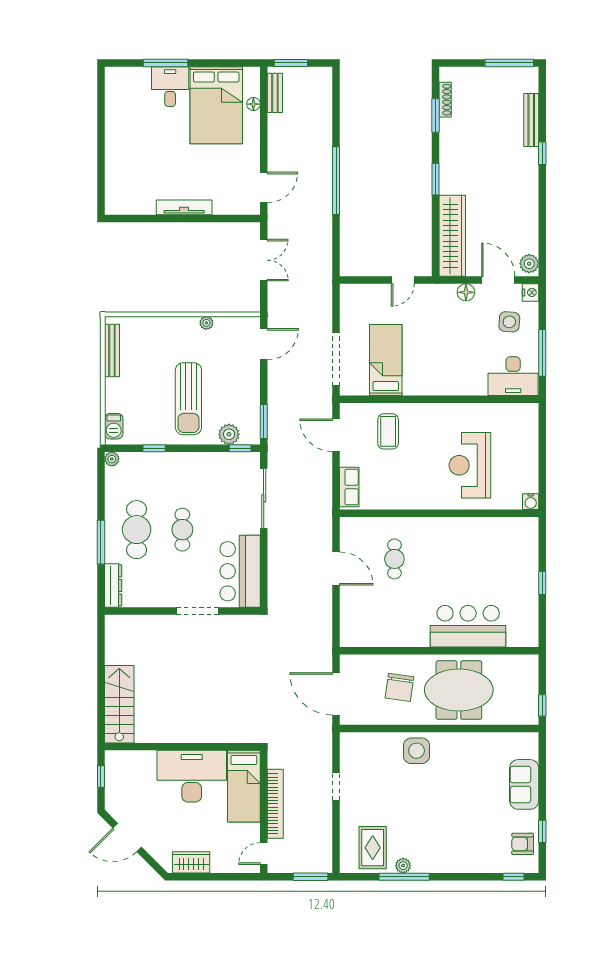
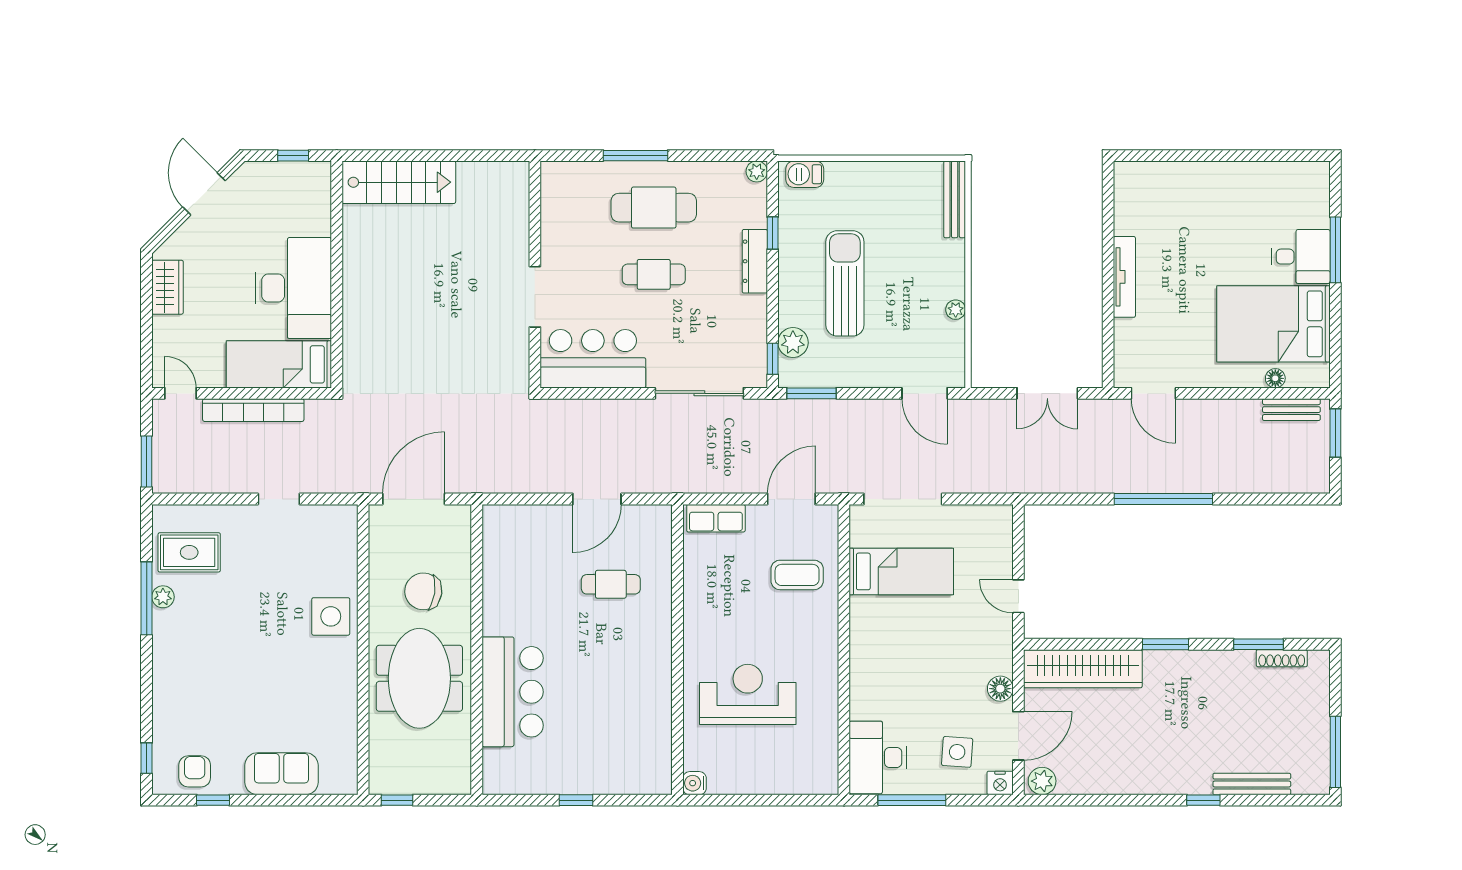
bench: (112, 351) -> (955, 199), moved, turned 90
sun lounger: (188, 399) -> (845, 283), turned 90
dresser: (113, 585) -> (755, 261), moved, turned 90

